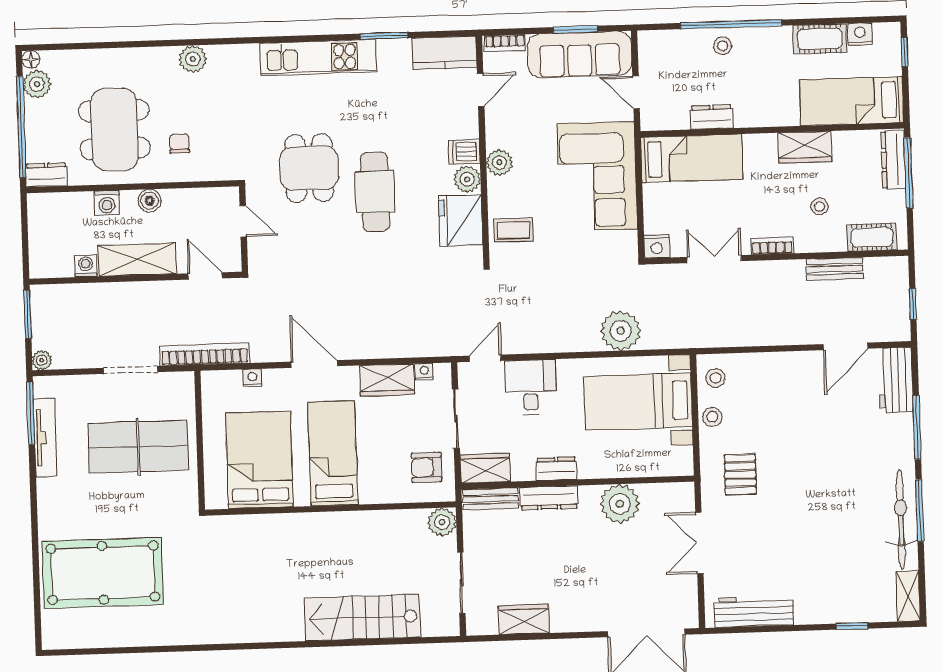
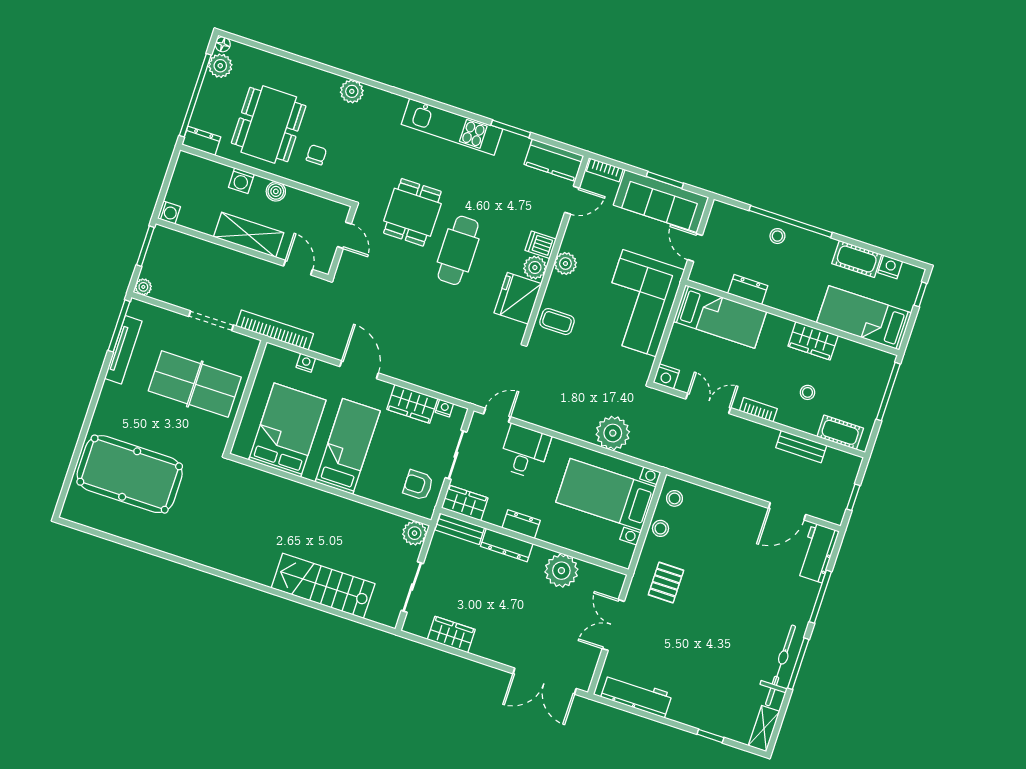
dresser: (893, 160) -> (880, 377), removed
washing machine: (86, 266) -> (169, 213), moved, turned 90

